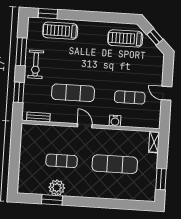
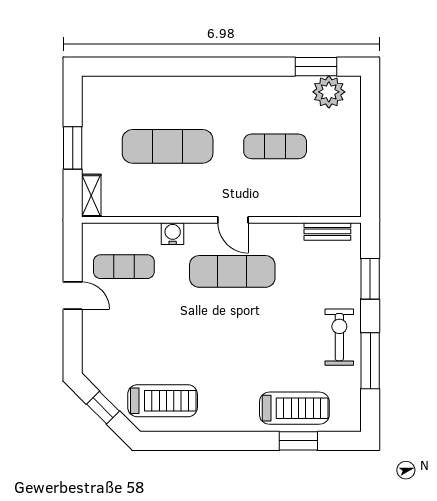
window: (48, 14) -> (298, 441), moved
exercise mat: (73, 93) -> (232, 271), moved
exercise mat: (130, 97) -> (124, 267), moved
window: (161, 179) -> (73, 148), moved
plant: (57, 188) -> (329, 92), moved
window: (52, 200) -> (316, 67), moved

